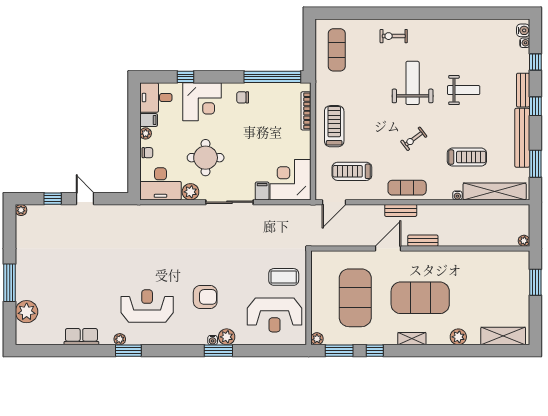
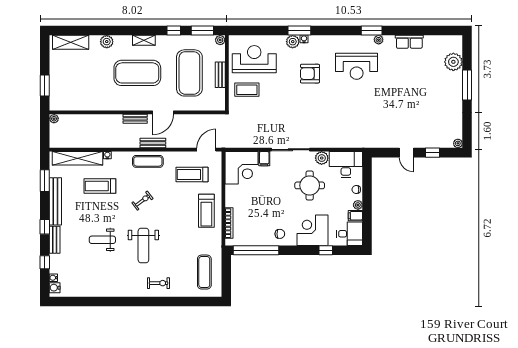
treadmill: (352, 171) -> (192, 174), turned 180
bench: (317, 296) -> (220, 75), added

